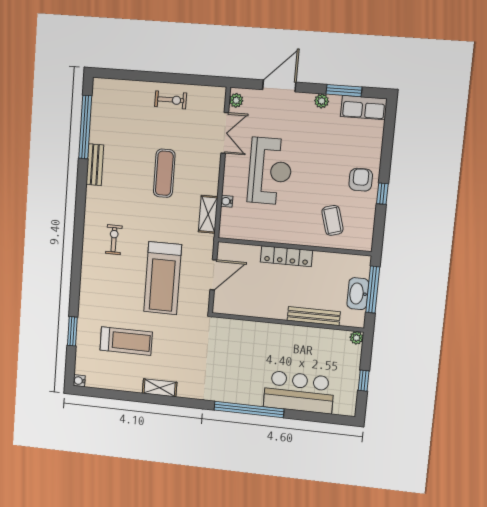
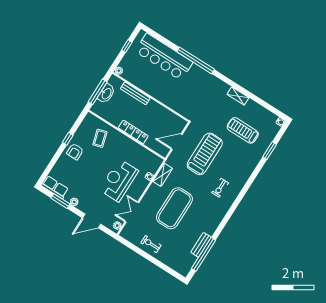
bench: (95, 165) -> (201, 245), moved
exercise mat: (164, 173) -> (174, 208), width x2.00, depth x1.45
bar counter: (299, 392) -> (164, 57), width x1.36

